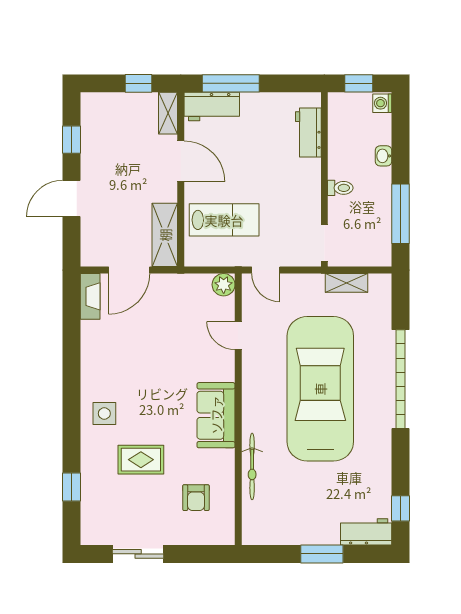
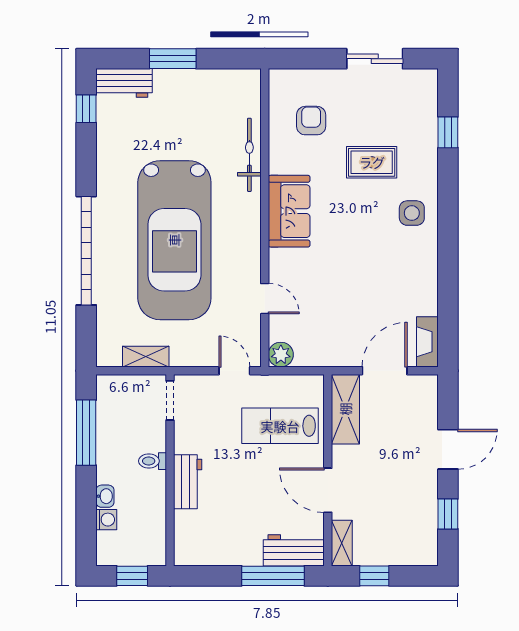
washing machine: (382, 103) -> (106, 520), moved
workbench: (308, 132) -> (188, 482), moved

